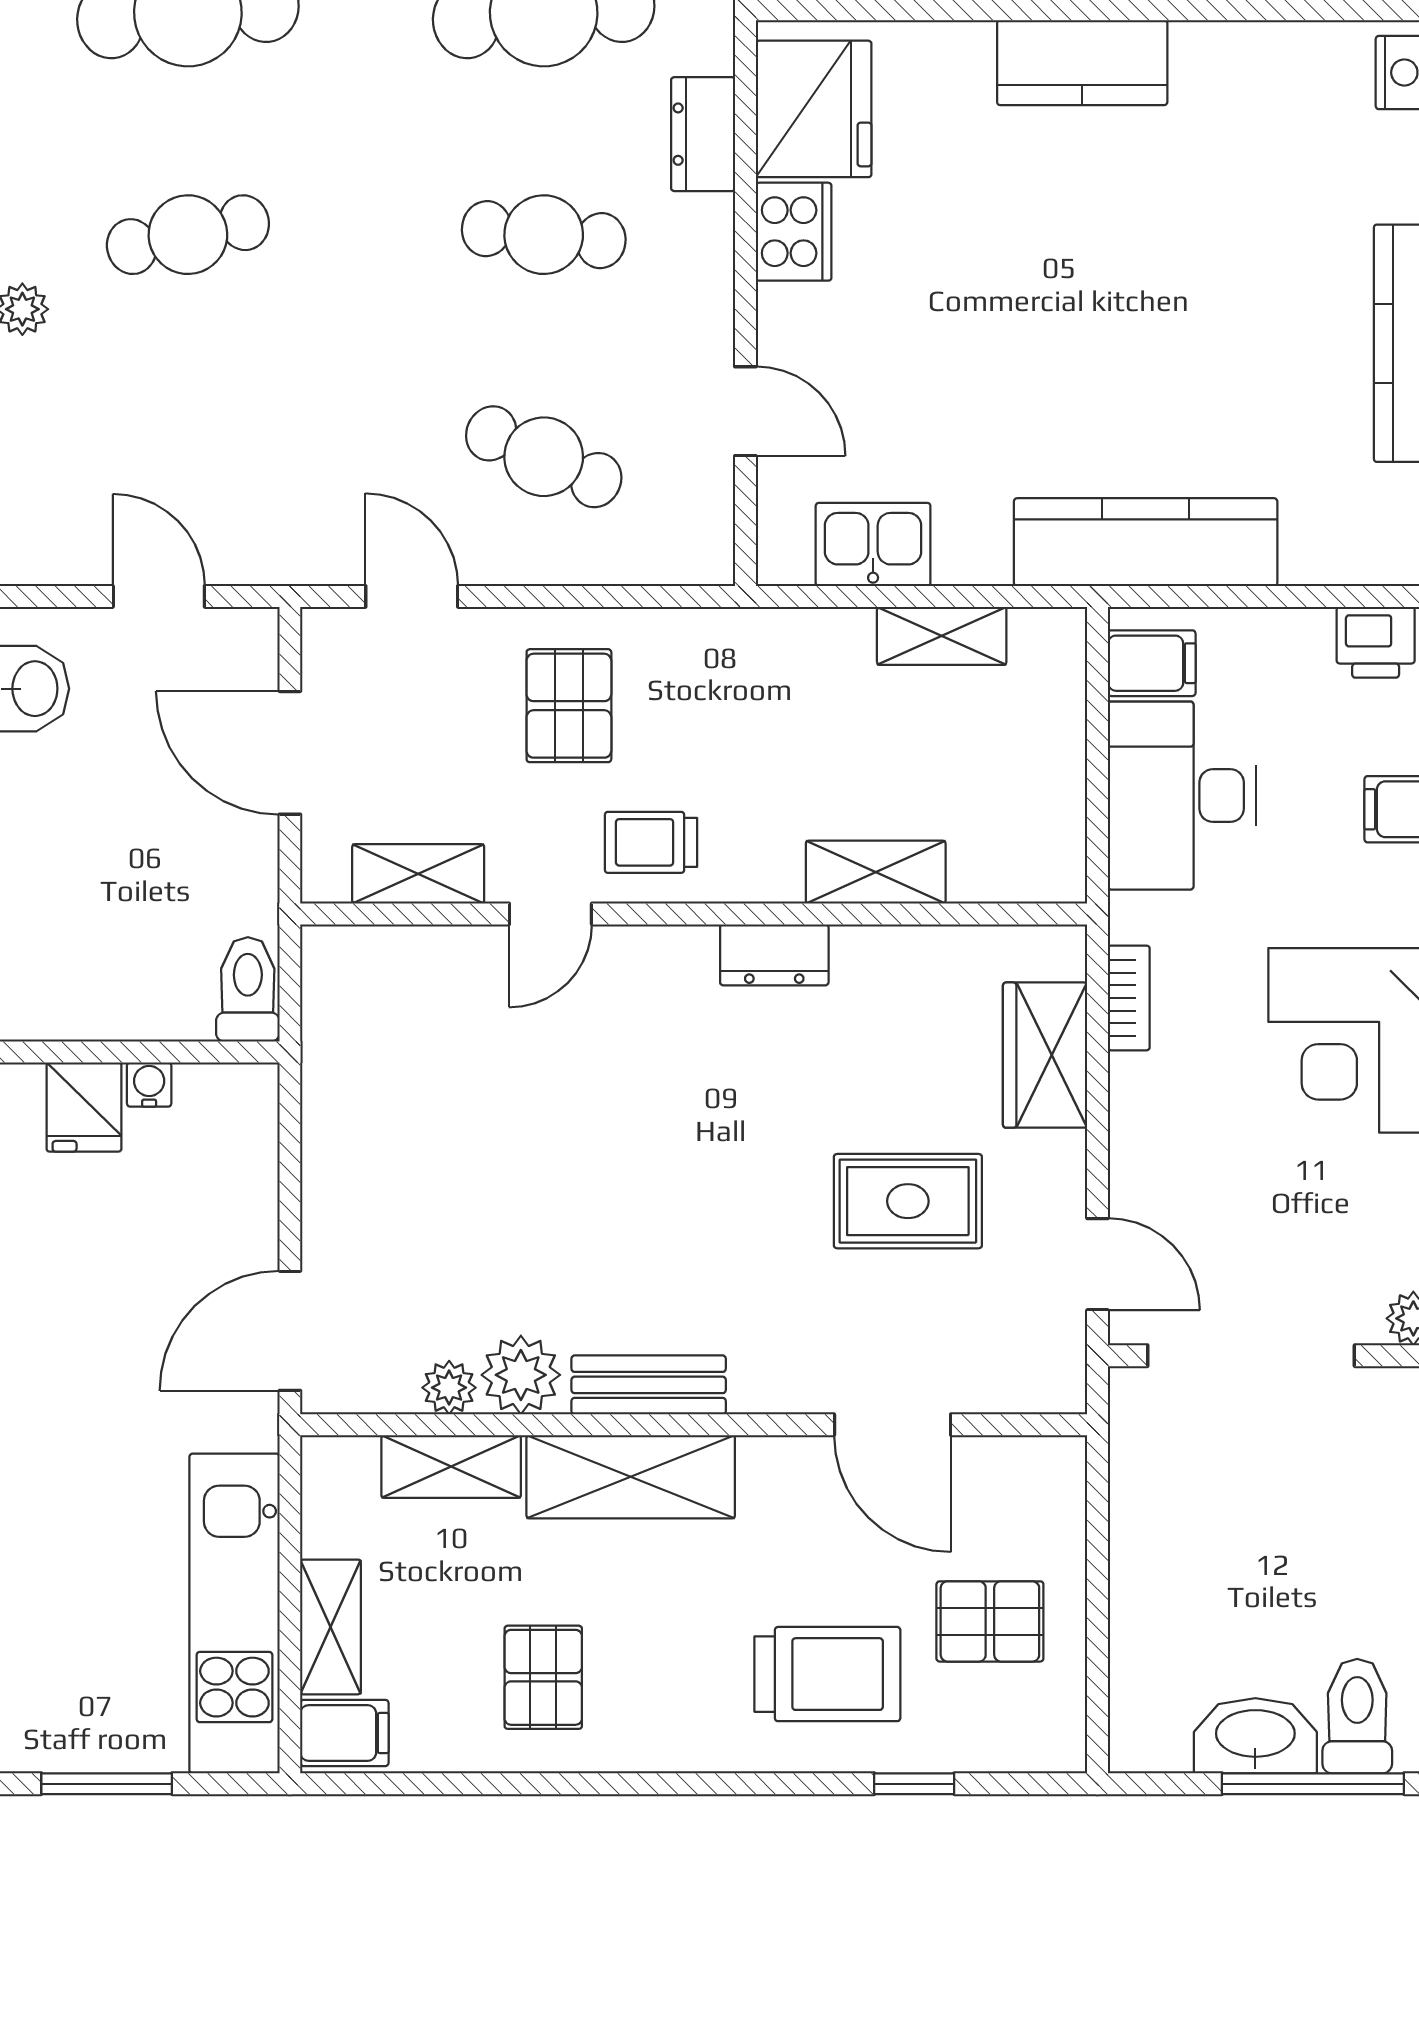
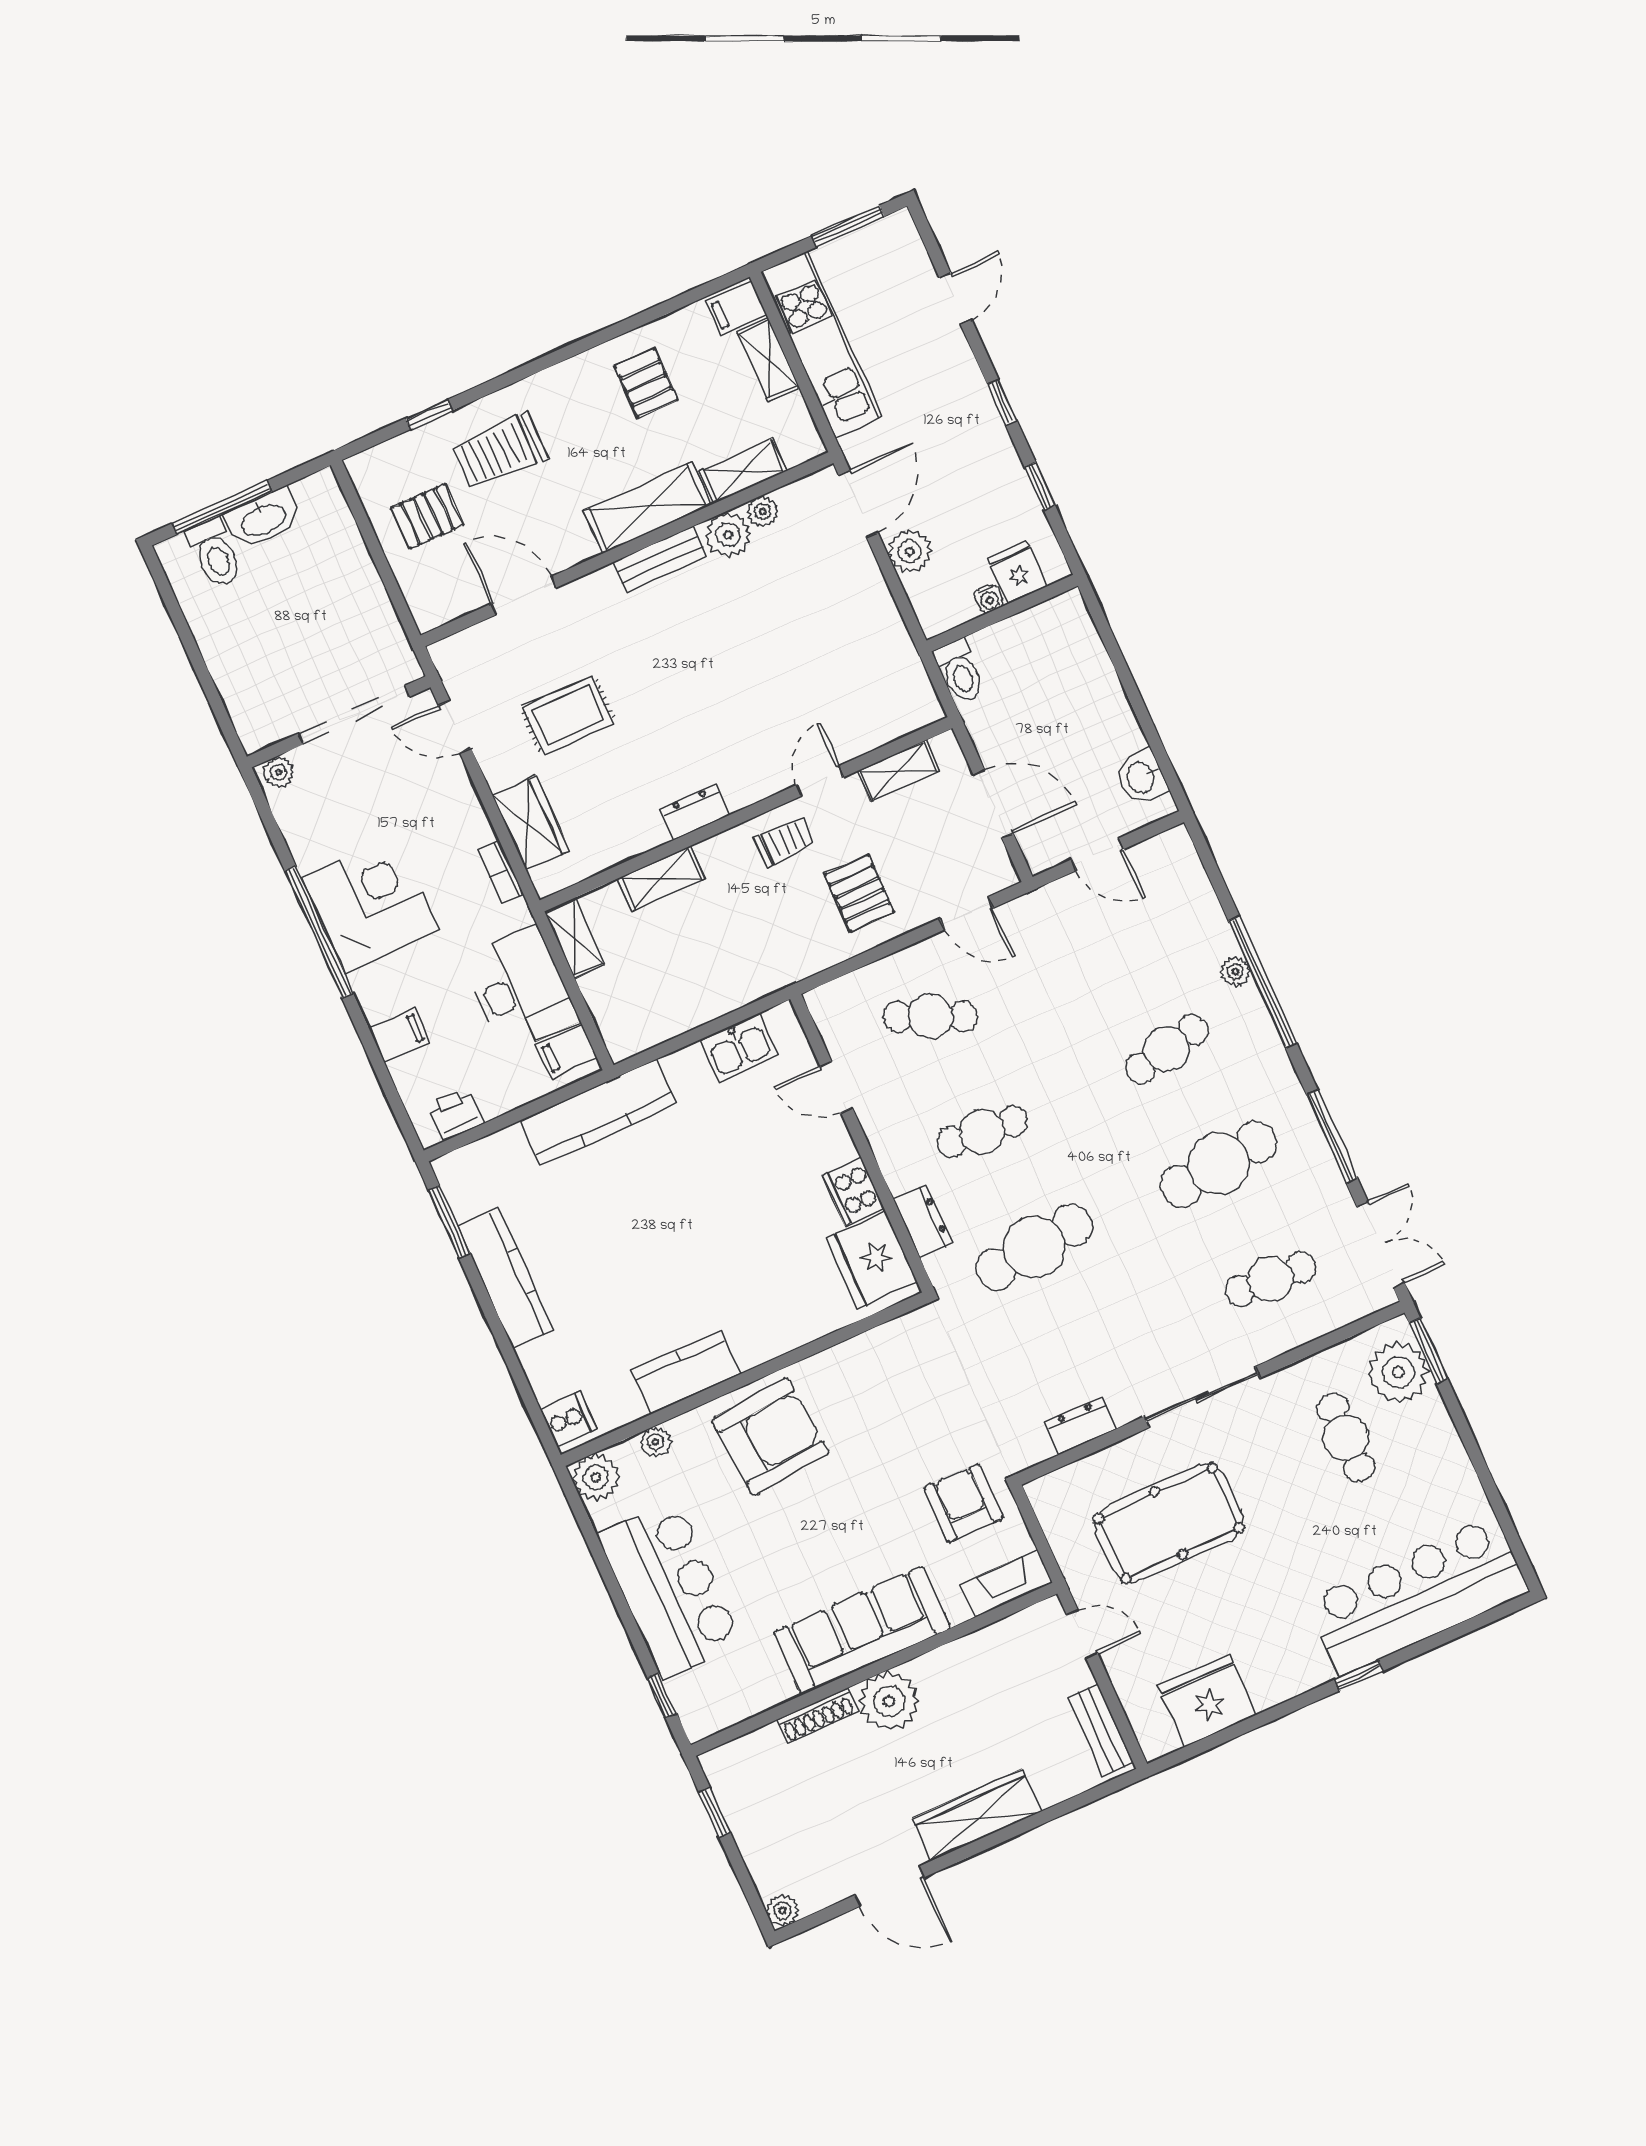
kitchen counter: (1082, 63) -> (686, 1372), moved
shelving: (942, 636) -> (575, 938), moved, turned 90
plant: (242, 1218) -> (910, 551), added

